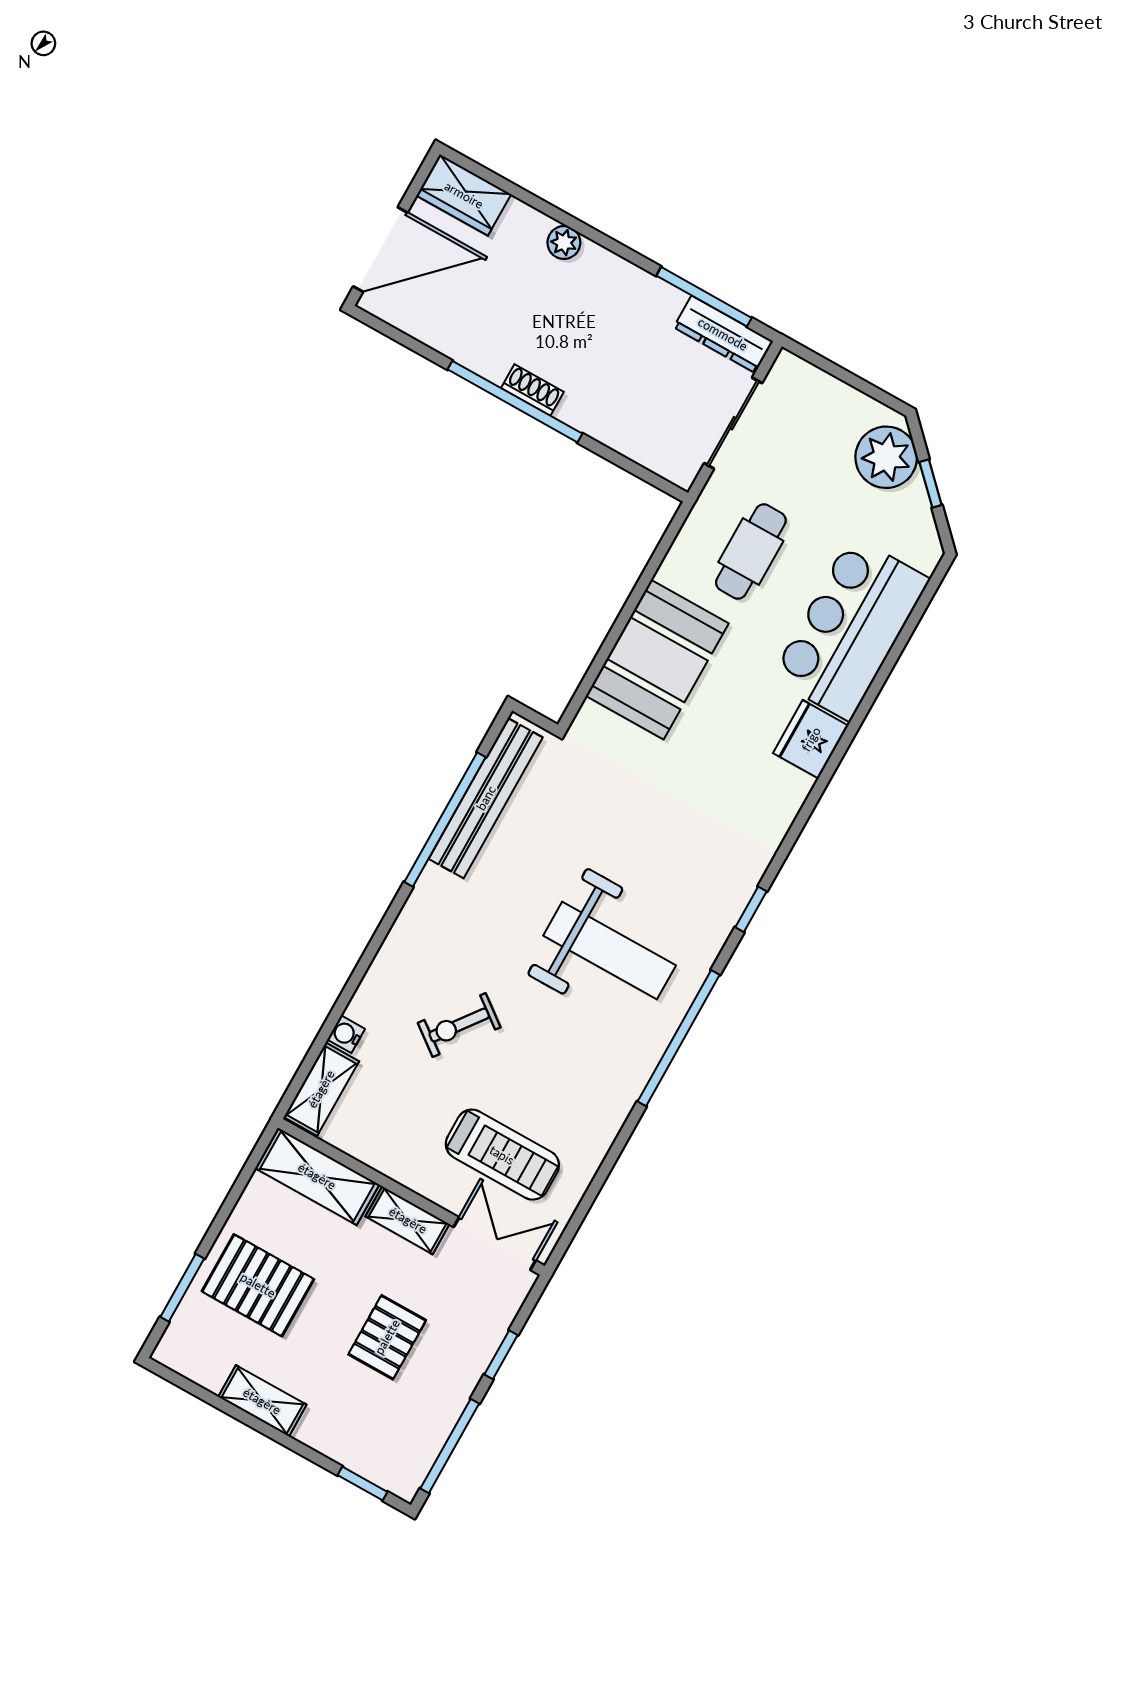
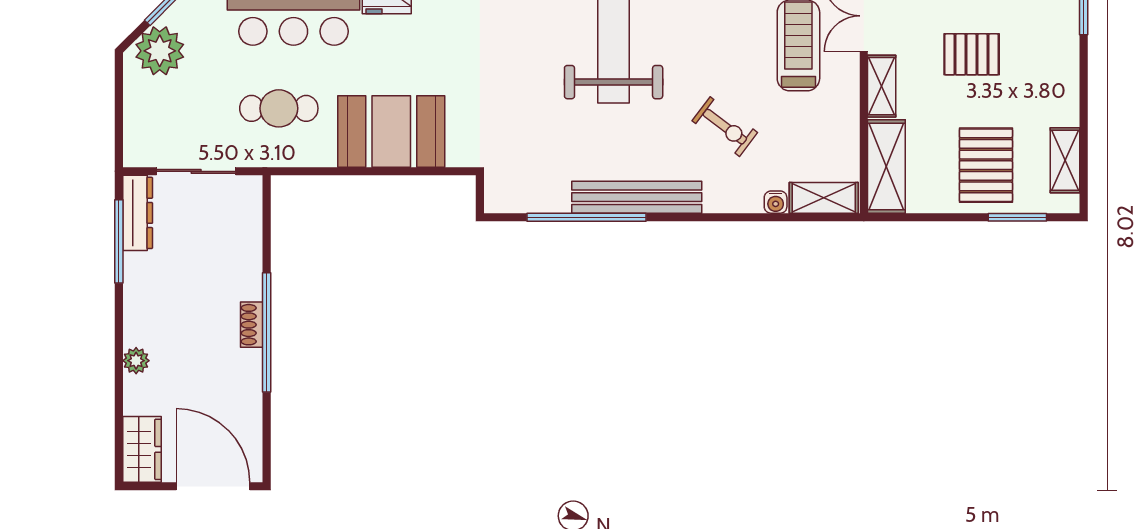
bench: (486, 798) -> (637, 197), moved
shelving: (262, 1401) -> (1065, 160), moved

